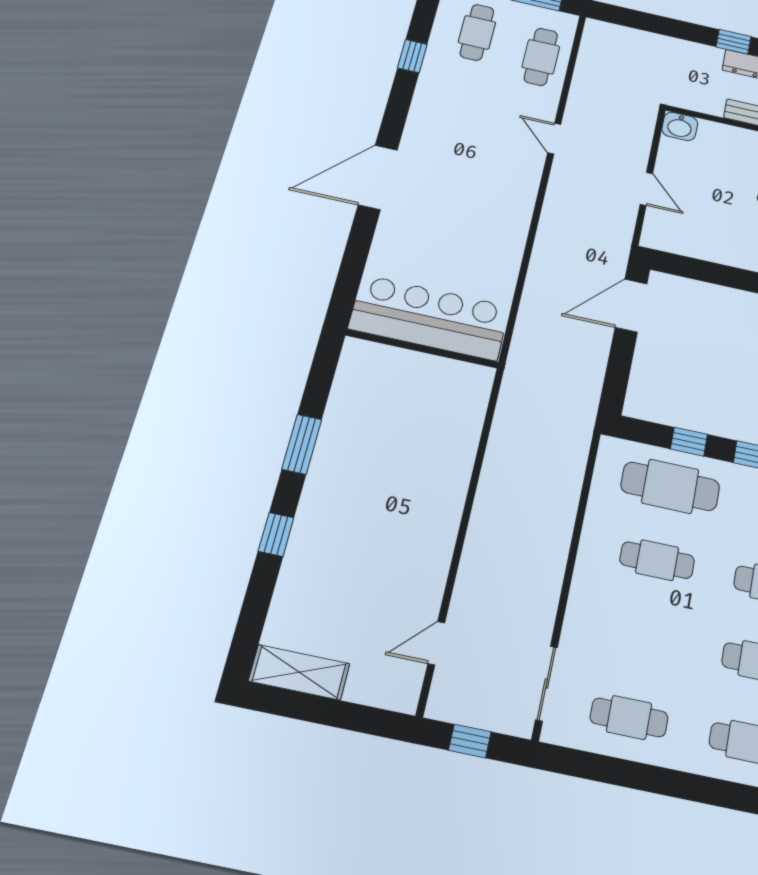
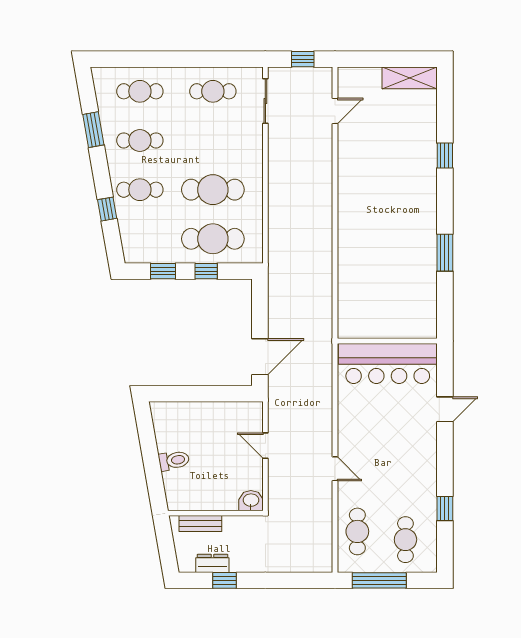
door: (378, 177) -> (445, 409), width x0.53
bar counter: (429, 318) -> (388, 363), moved
wall: (422, 349) -> (387, 341), moved
window: (302, 444) -> (445, 253), moved
cafe table: (657, 560) -> (213, 190), width x1.37, depth x1.35

